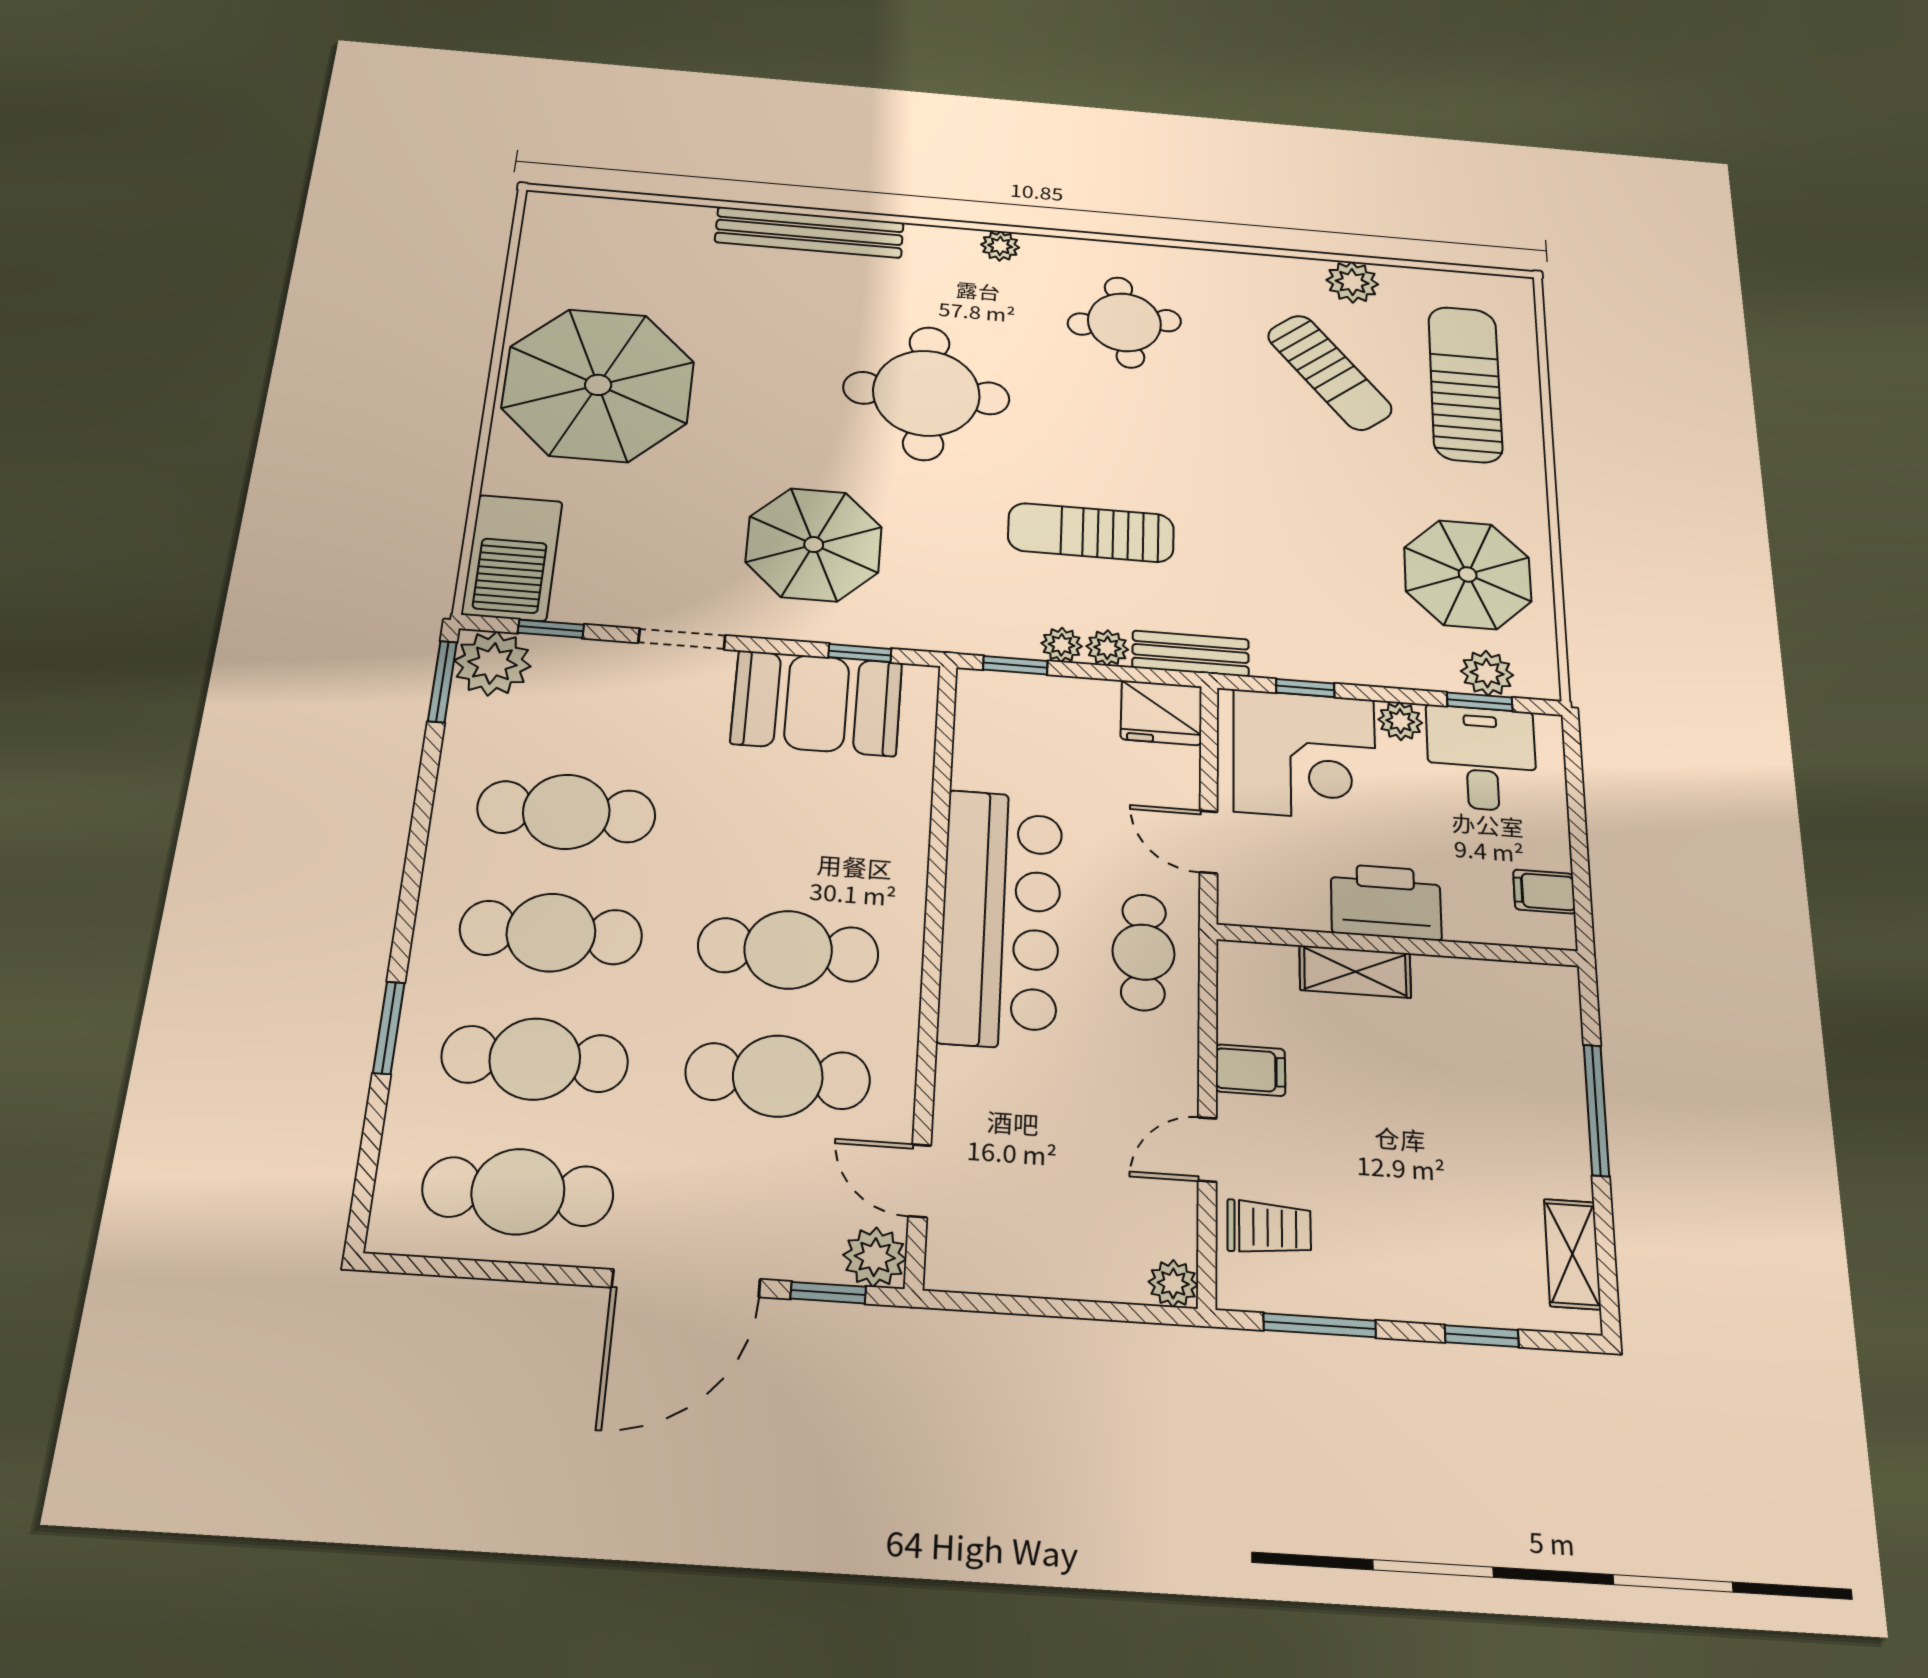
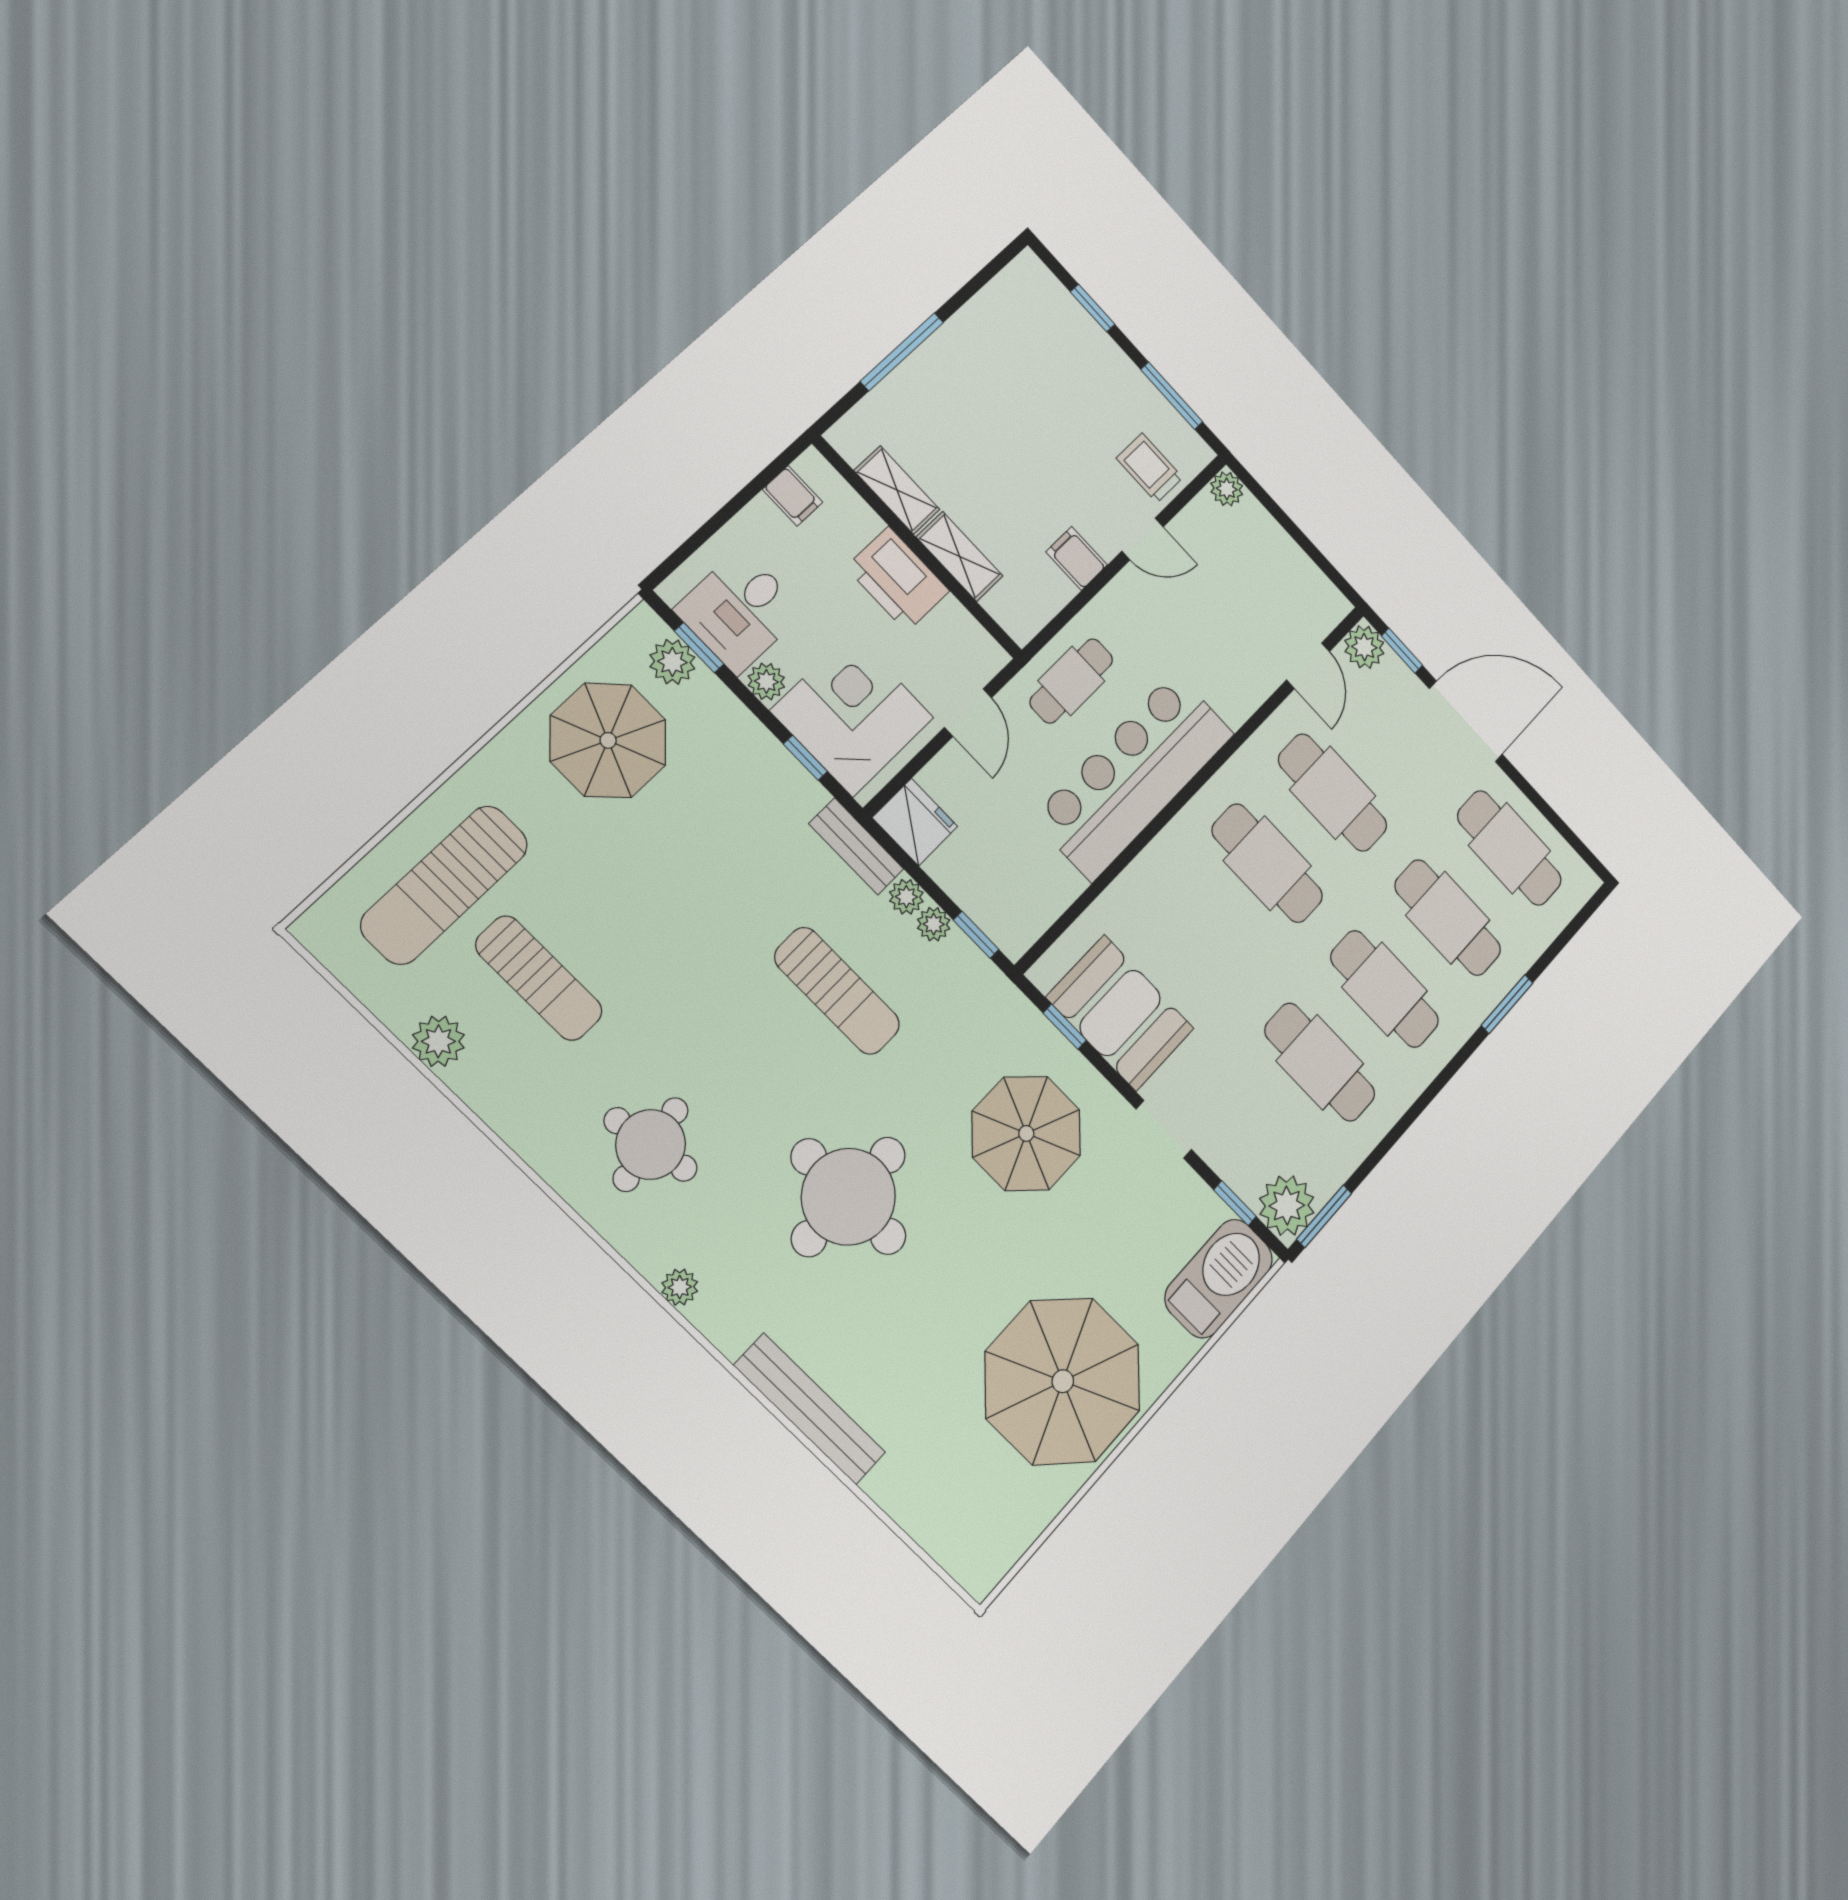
sun lounger: (1330, 372) -> (539, 978), turned 129
shelving: (1572, 1254) -> (897, 490), moved, turned 90

